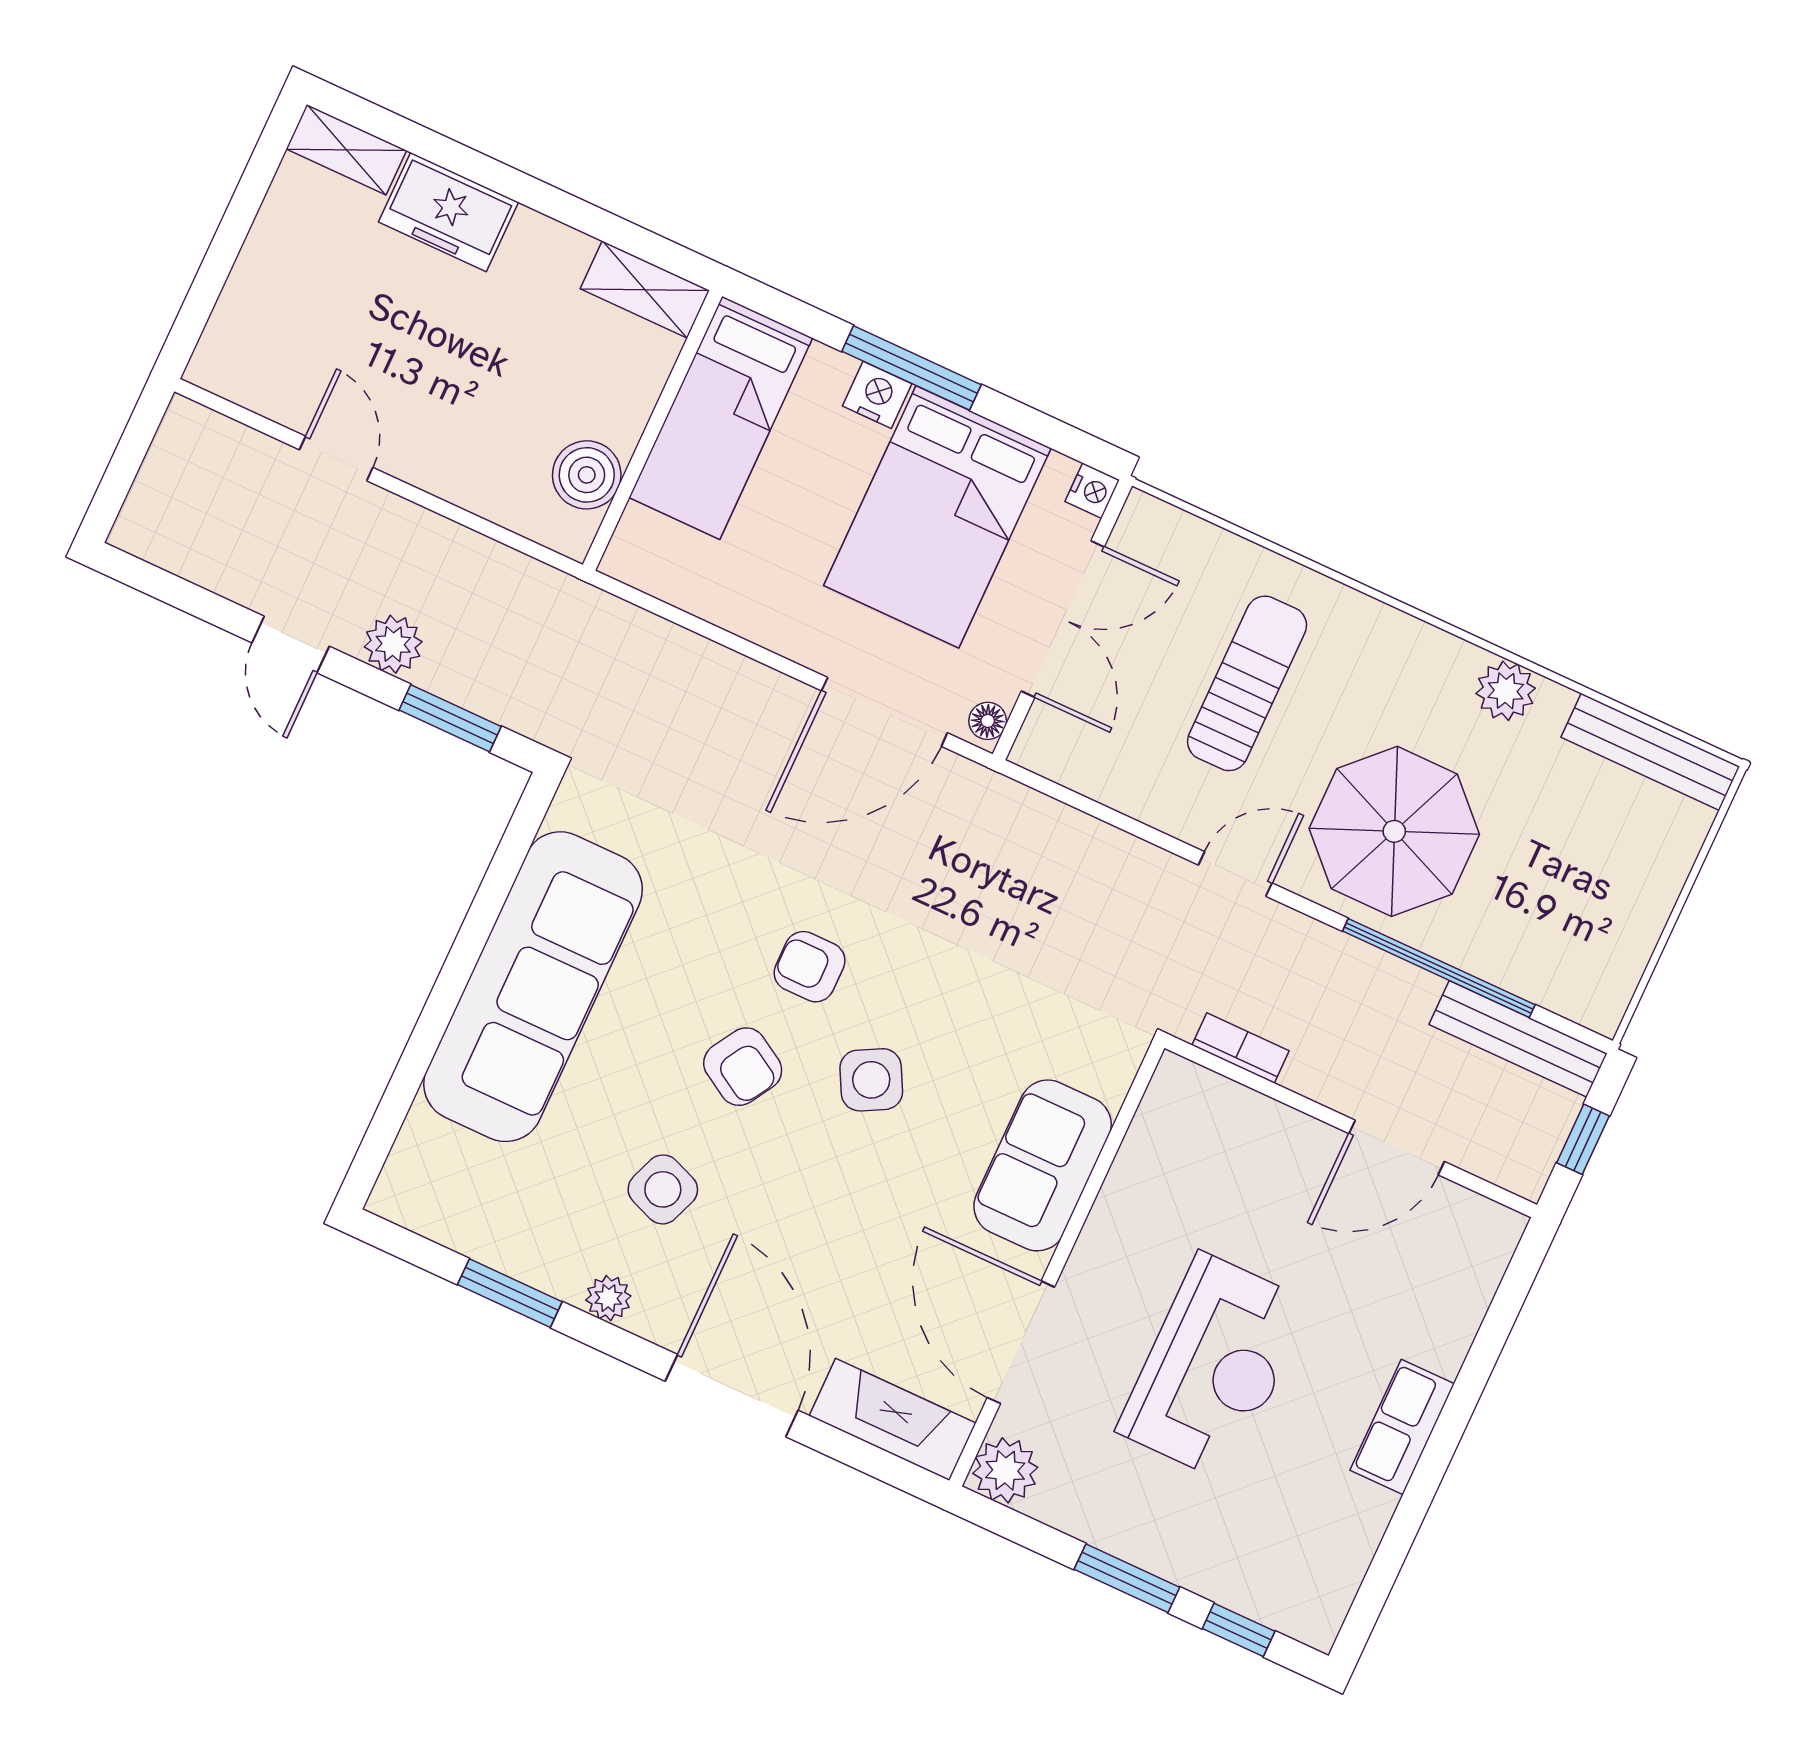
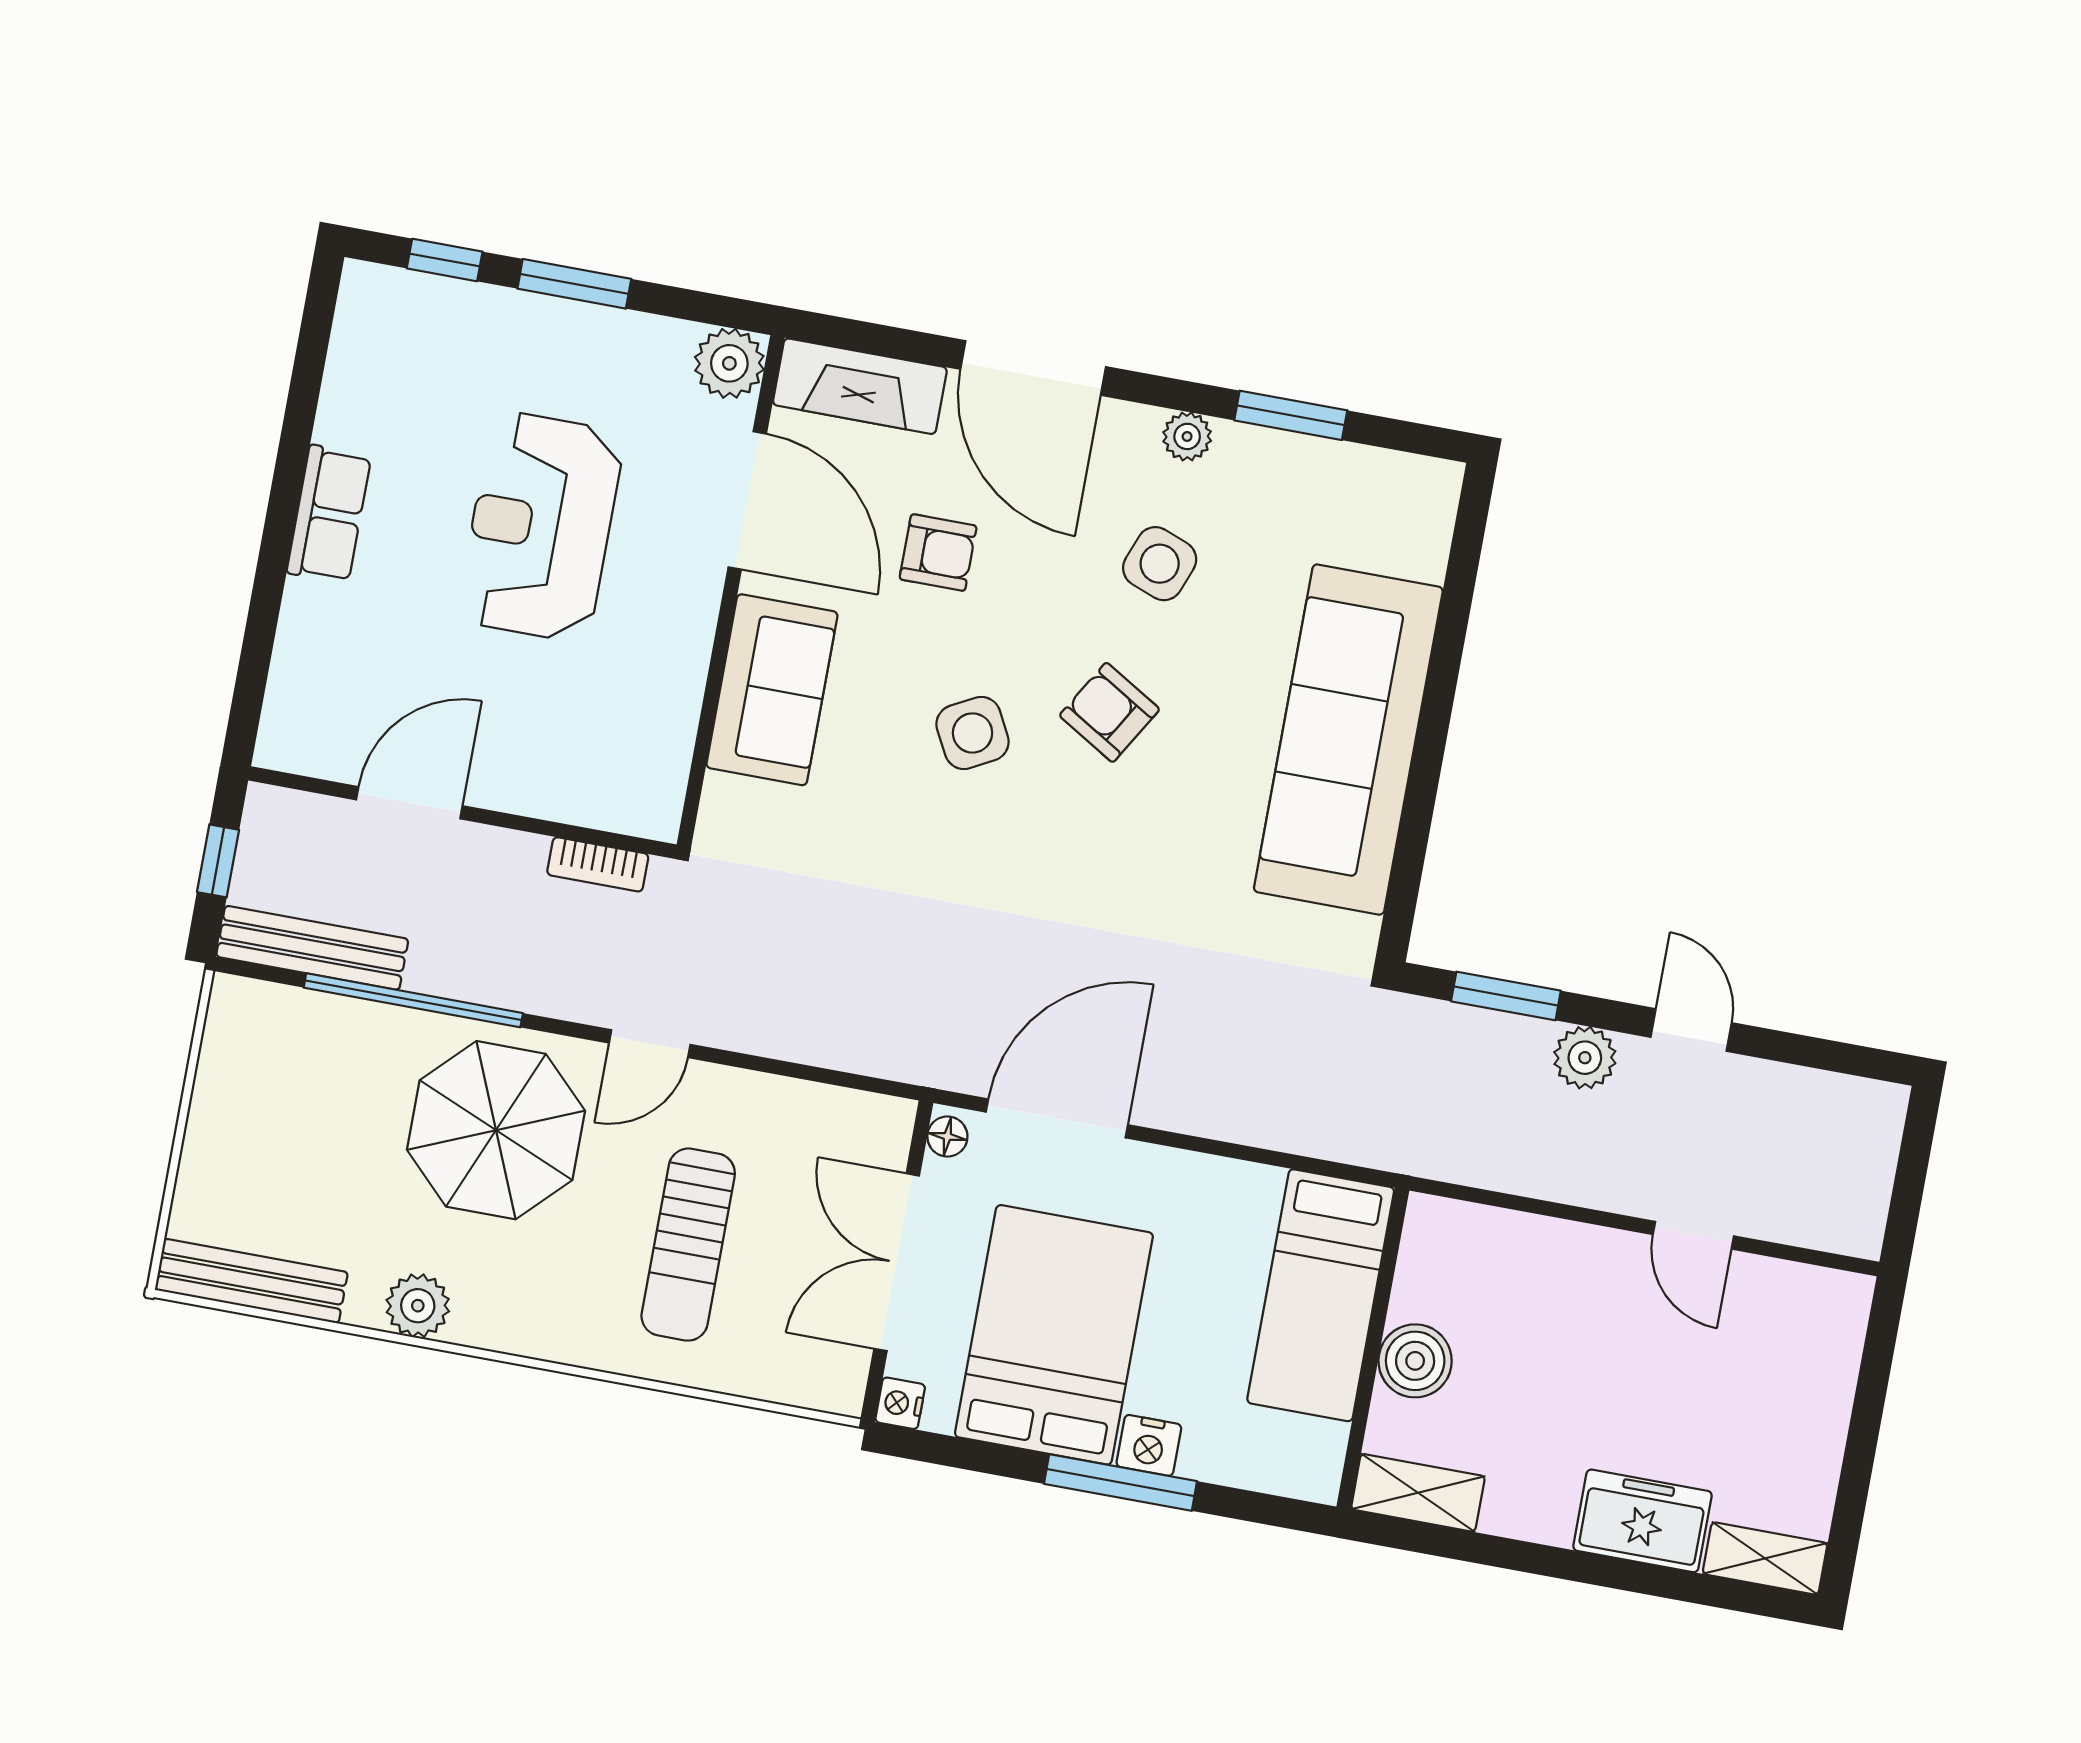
bed: (721, 418) -> (1321, 1295), moved, turned 180
boiler: (587, 475) -> (1415, 1361), moved
armchair: (810, 967) -> (938, 553), moved

